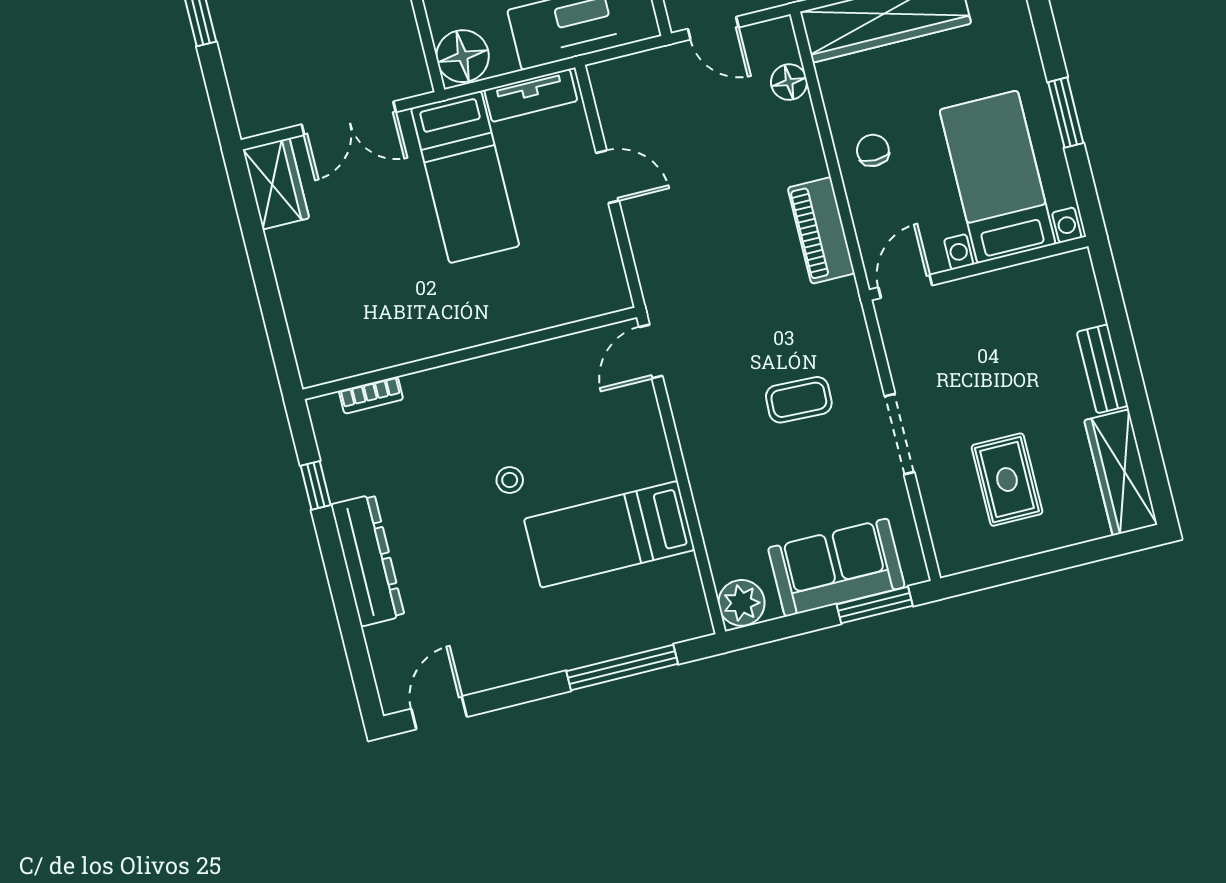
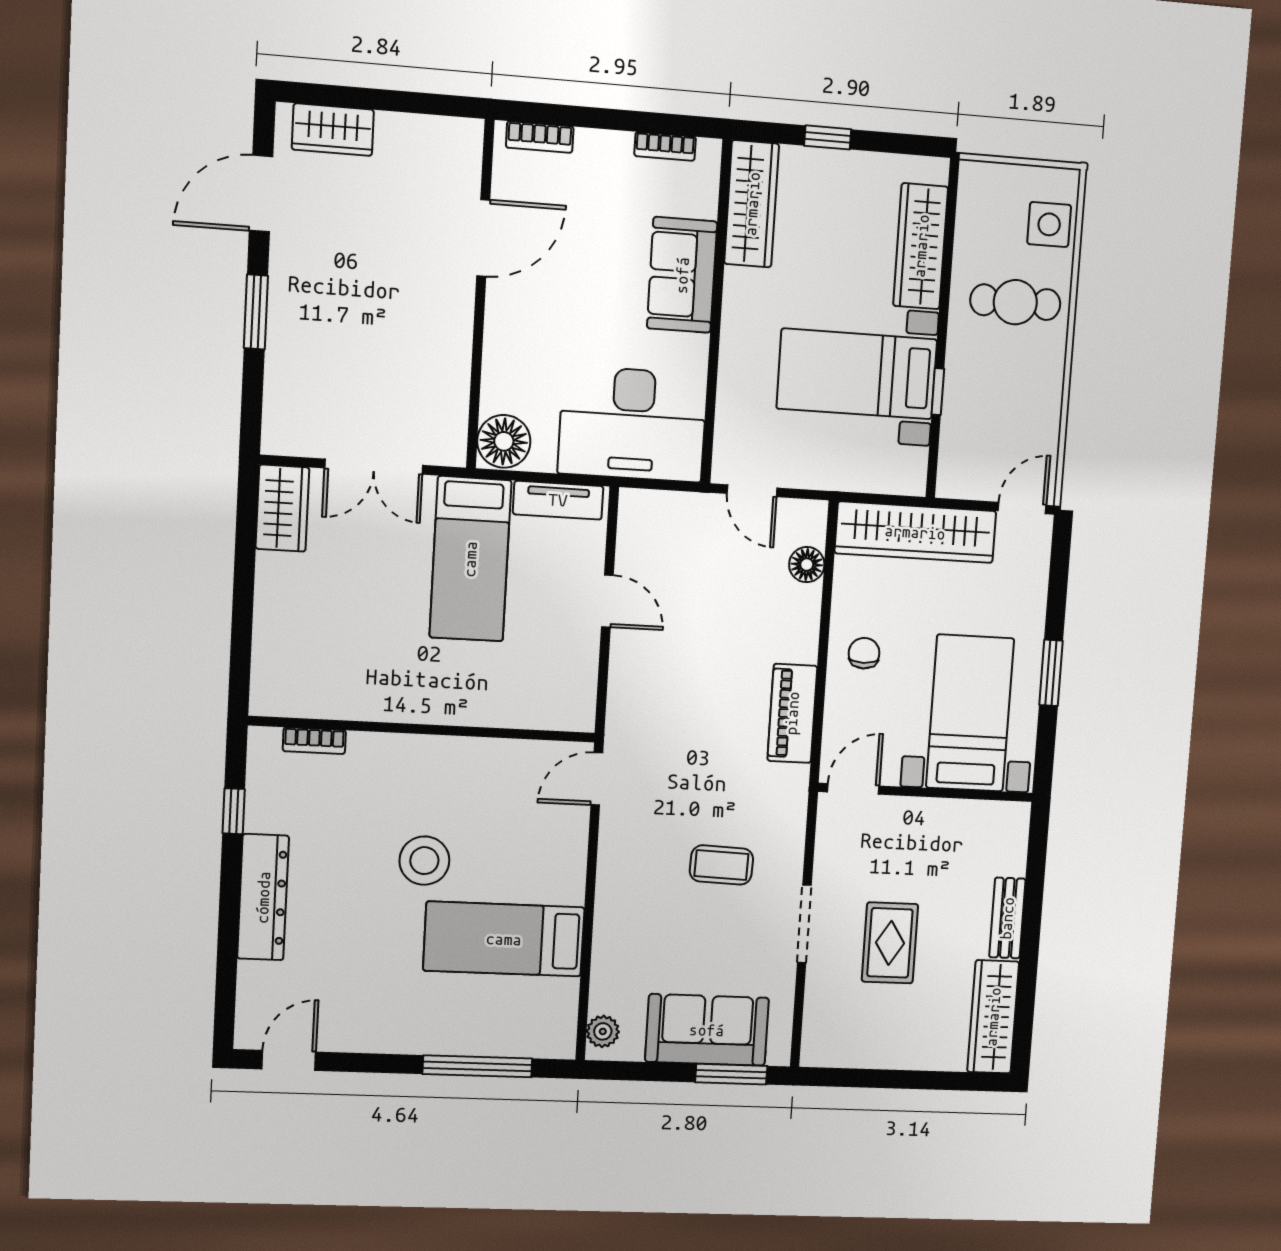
stool: (510, 480) -> (424, 861), width x1.89, depth x1.89
rug: (1007, 480) -> (890, 943), moved
plant: (742, 603) -> (603, 1031), width x0.73, depth x0.73

